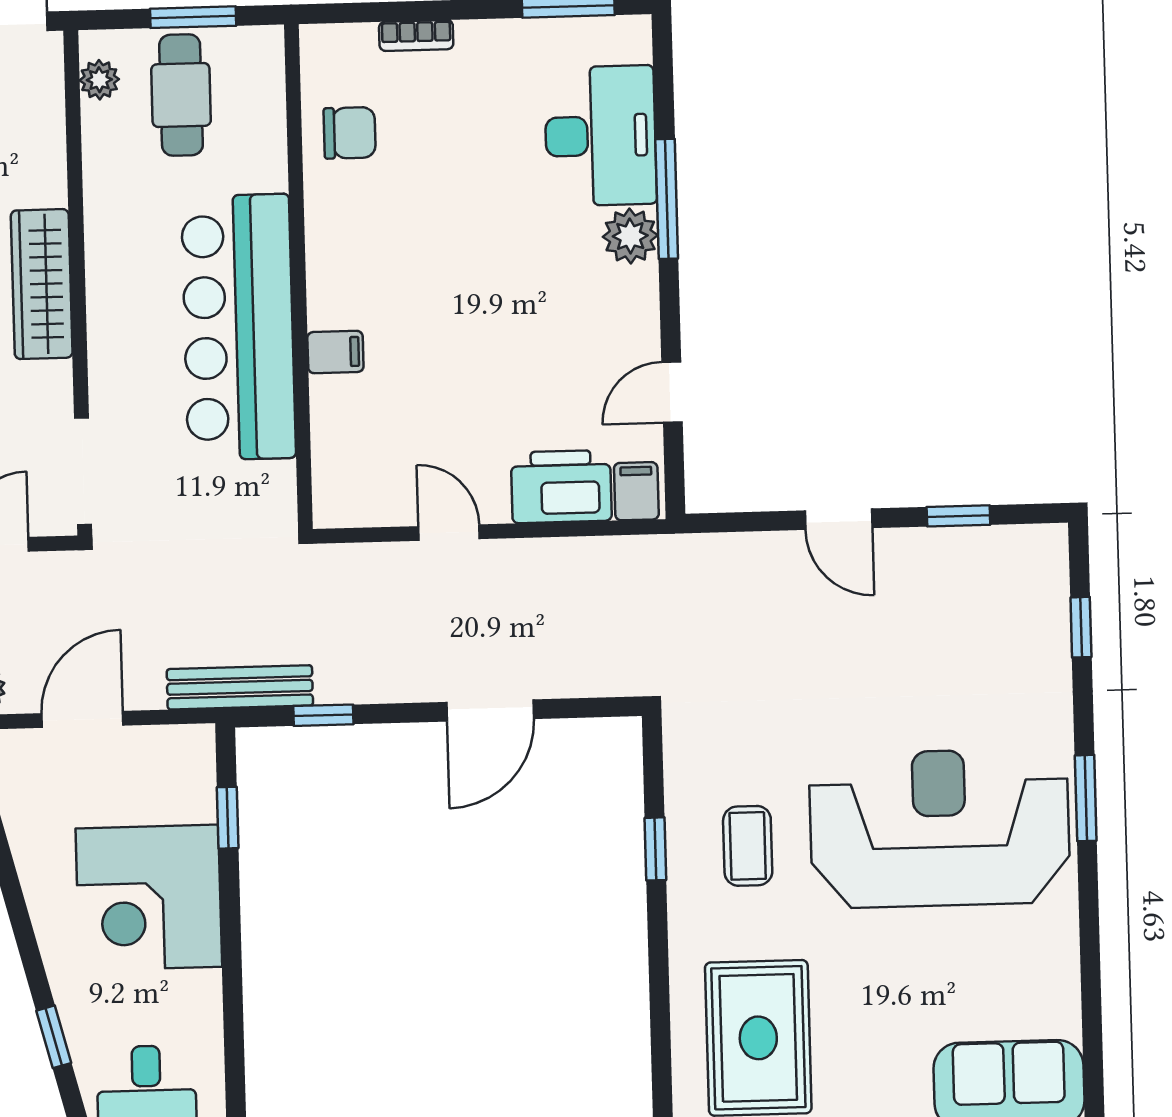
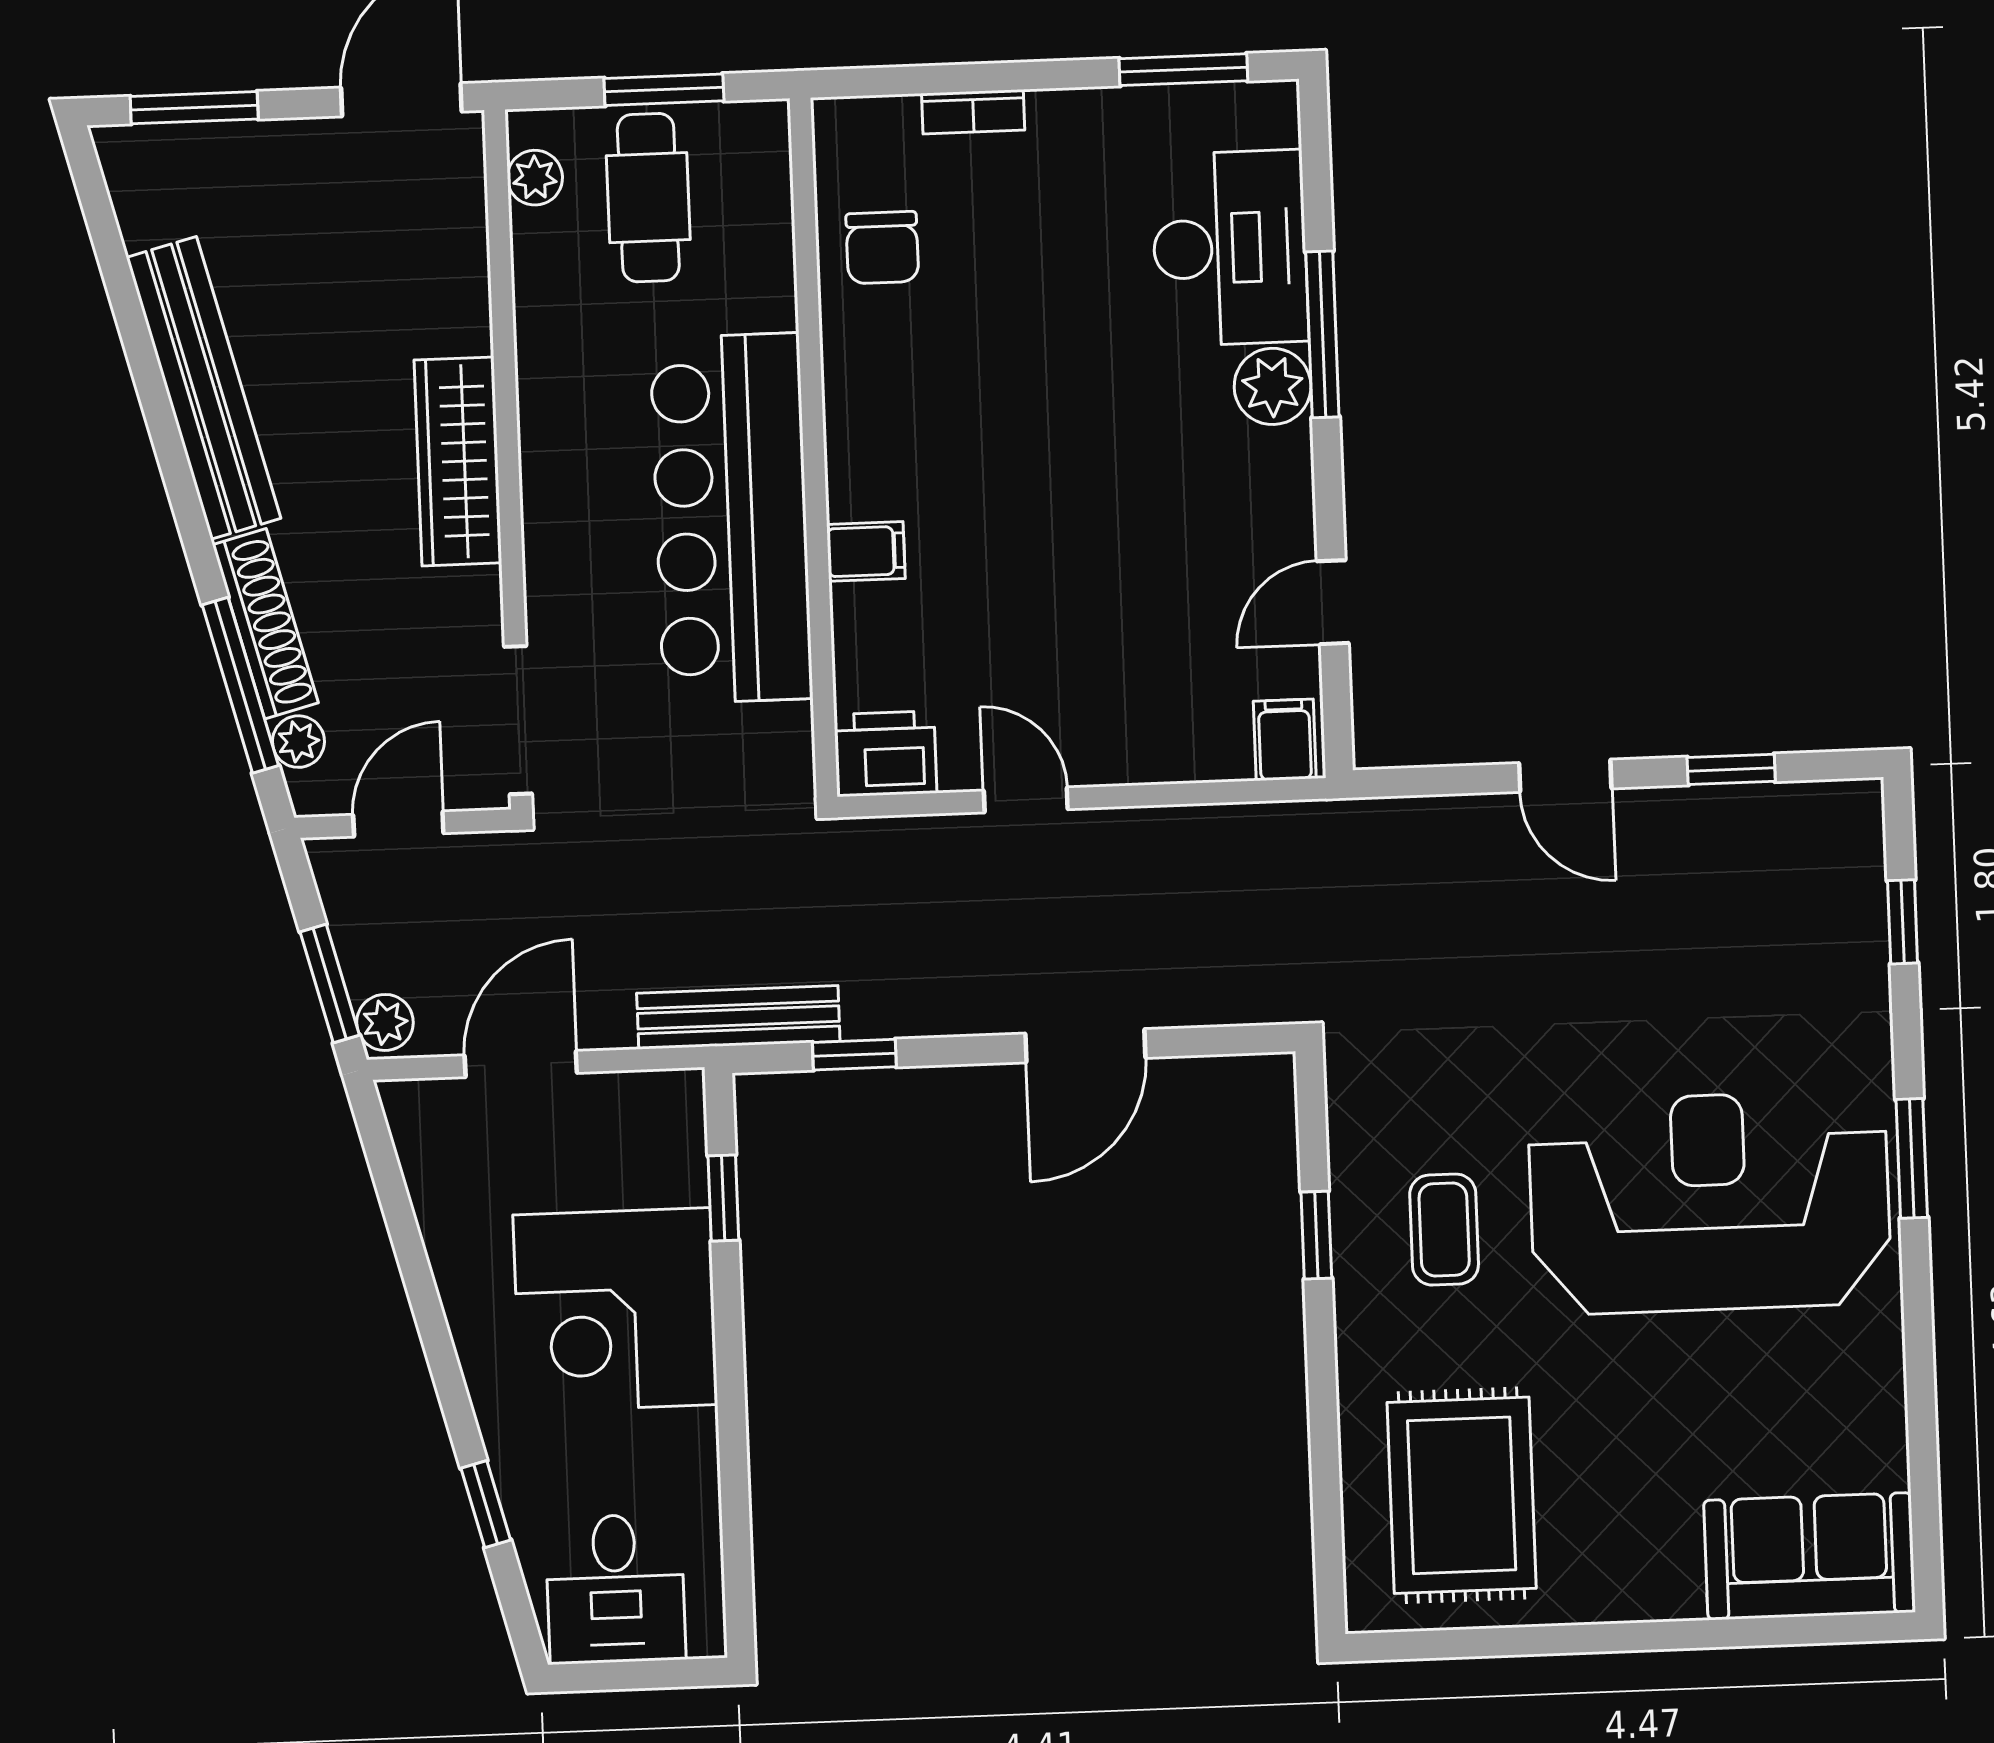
chair: (350, 133) -> (882, 248), turned 90
printer: (561, 487) -> (885, 754), moved, width x0.73, depth x0.84

